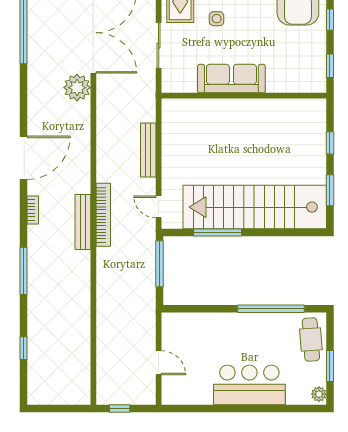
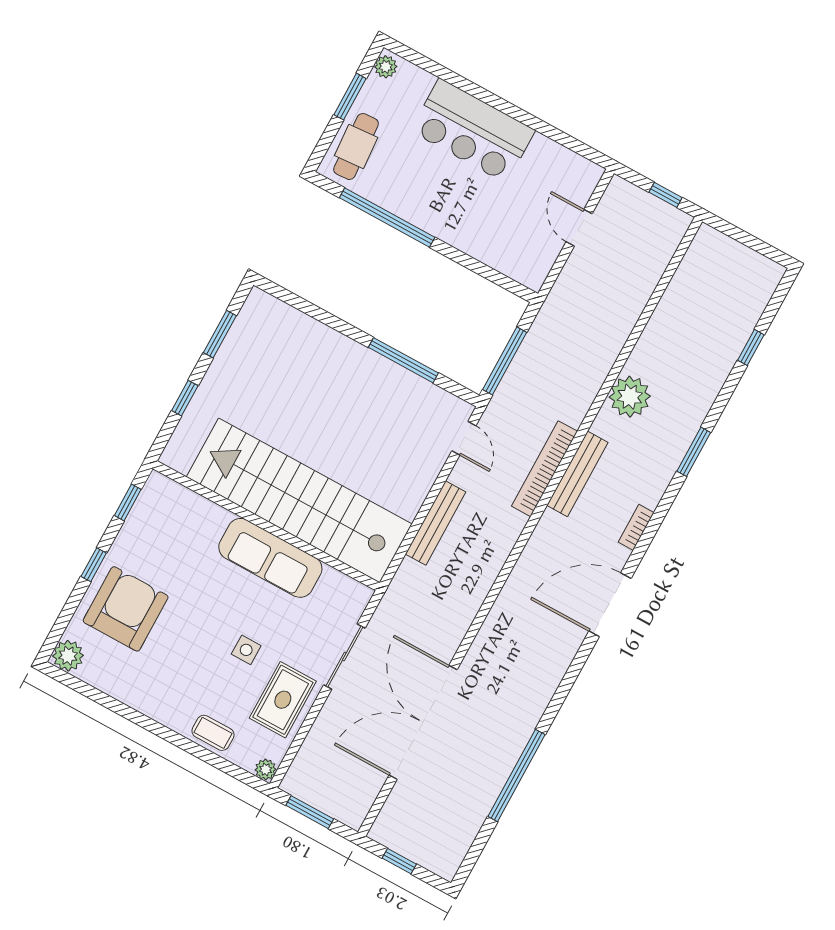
plant: (77, 88) -> (630, 397), moved
stairs: (255, 207) -> (299, 500), moved, turned 180
window: (23, 271) -> (694, 452), width x0.69

